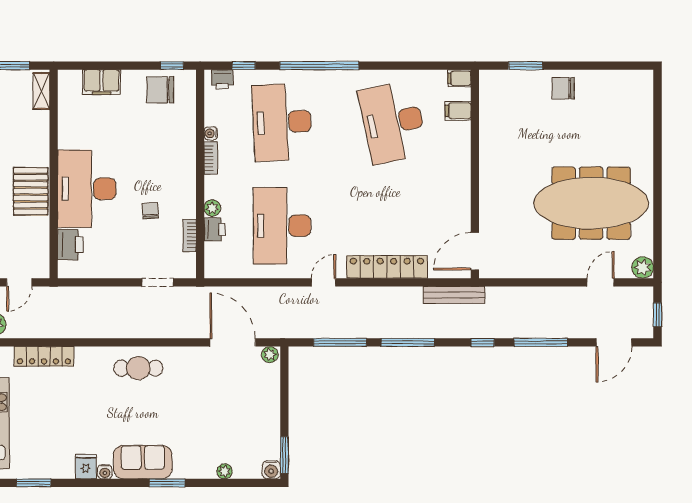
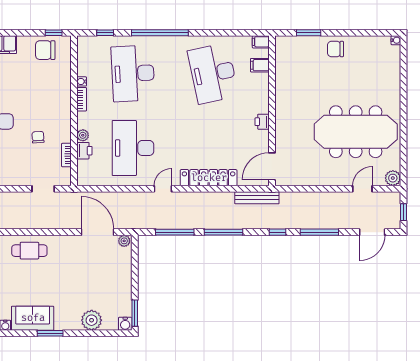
water cooler: (647, 76) -> (396, 40), added
printer: (222, 79) -> (262, 122), moved, turned 90
plant: (225, 471) -> (92, 320), width x1.87, depth x1.87

